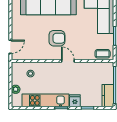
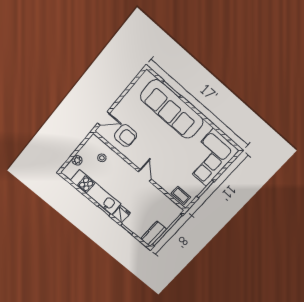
armchair: (57, 38) -> (126, 136), moved

